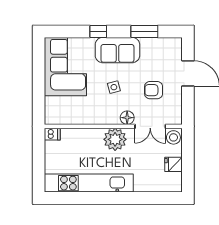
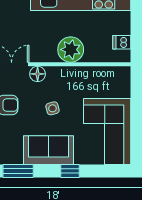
dishwasher: (52, 134) -> (122, 42), moved
plant: (115, 139) -> (71, 50), moved

